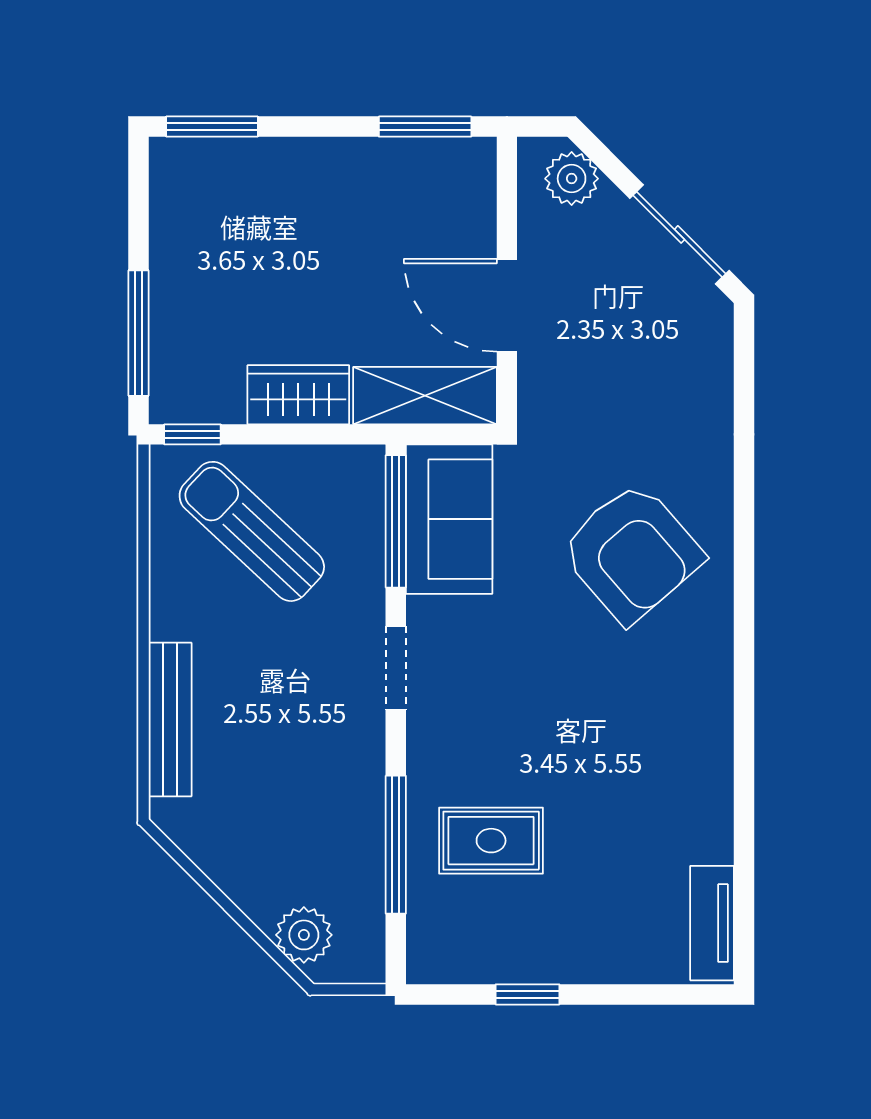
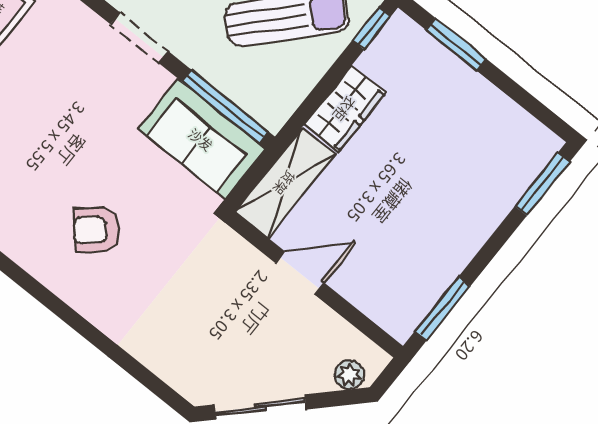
plant: (572, 179) -> (349, 375), width x0.73, depth x0.73
door: (507, 305) -> (300, 273), width x0.73
window: (138, 333) -> (456, 44), width x0.69
armchair: (632, 553) -> (96, 230), width x0.53, depth x0.53

